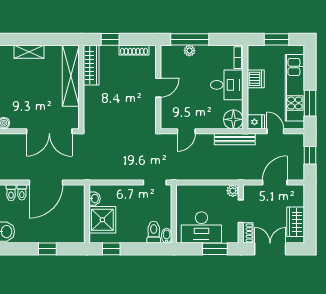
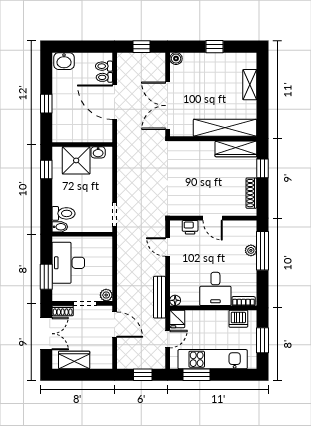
dishwasher: (256, 79) -> (238, 319), moved
printer: (167, 109) -> (190, 227), added
floor lamp: (233, 119) -> (175, 300), width x0.53, depth x0.53
door: (275, 183) -> (115, 325), moved

